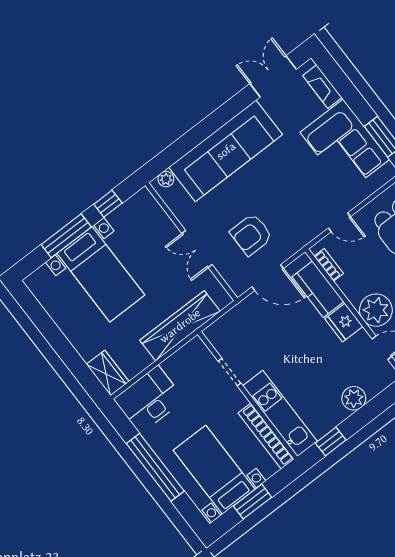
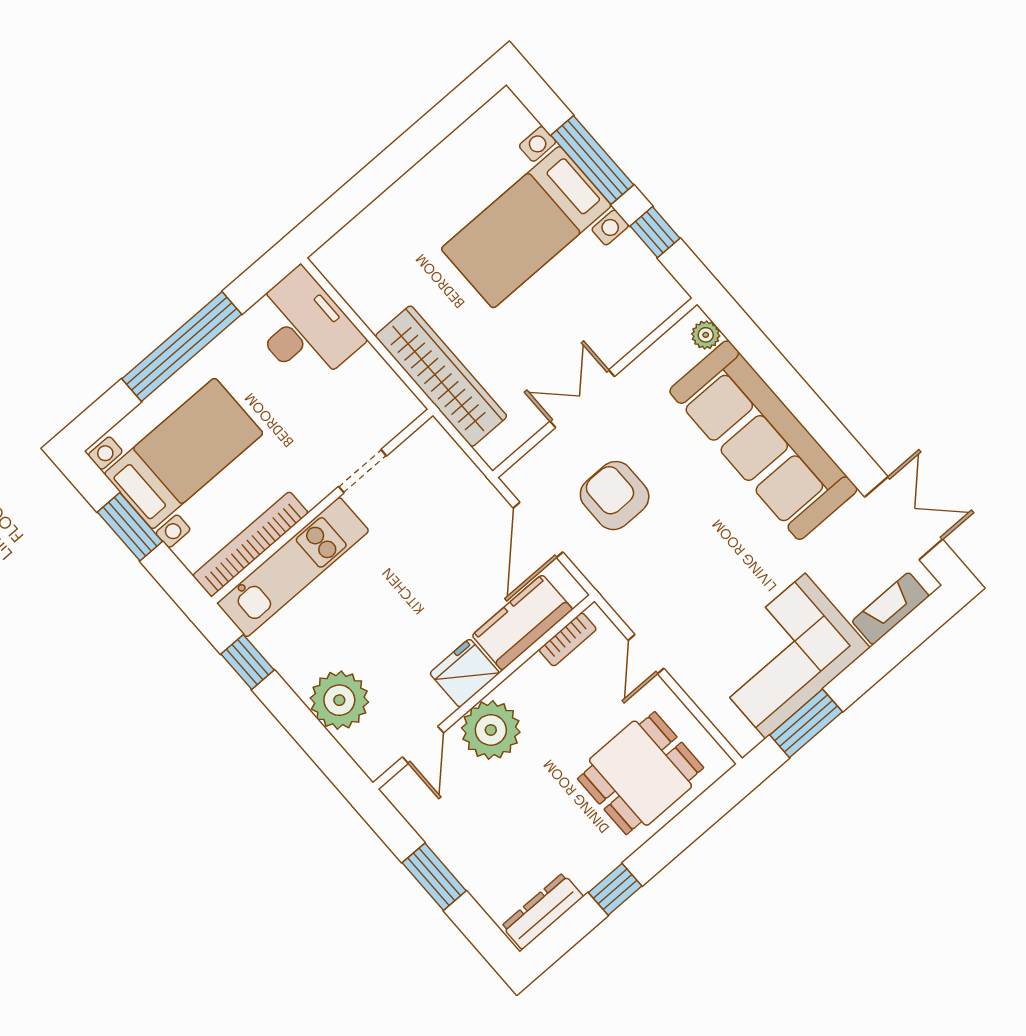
wardrobe: (108, 373) -> (348, 250), removed
plant: (354, 398) -> (339, 700), width x1.36, depth x1.36

